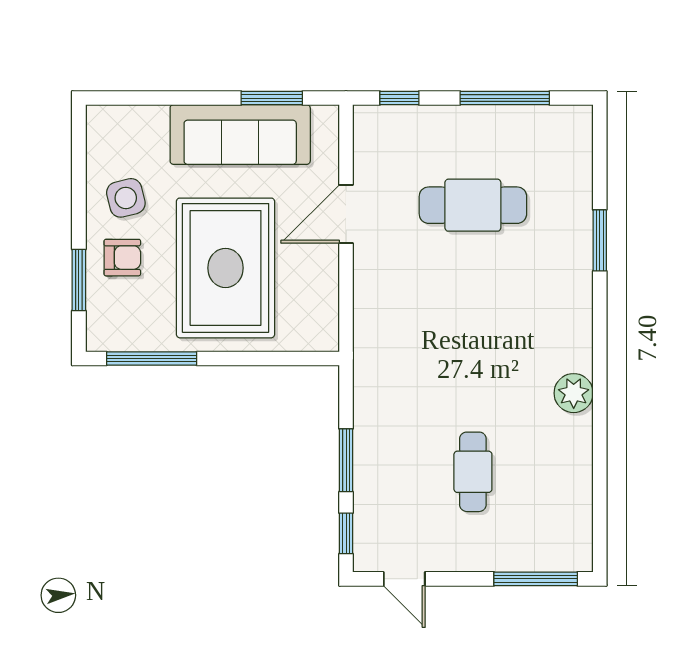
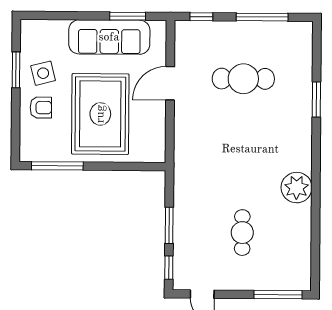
window: (79, 280) -> (16, 70), moved
plant: (574, 393) -> (297, 188), width x1.36, depth x1.36

